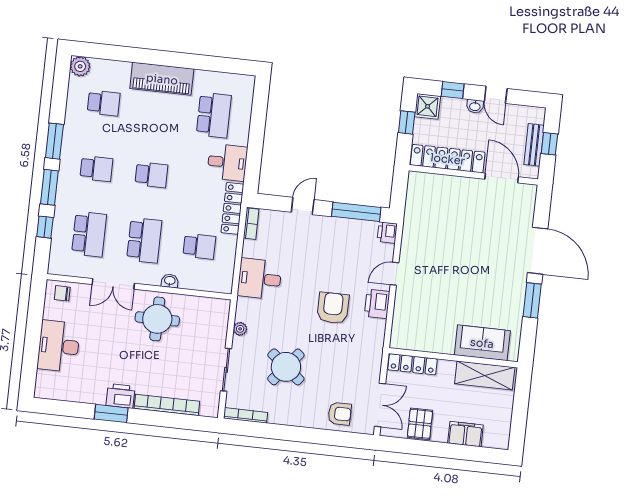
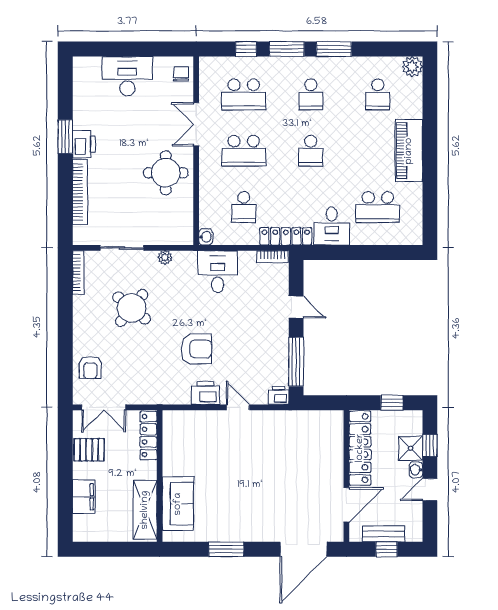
shower: (428, 106) -> (411, 448), moved
door: (538, 251) -> (303, 549), moved
washbasin: (170, 281) -> (206, 237), moved

